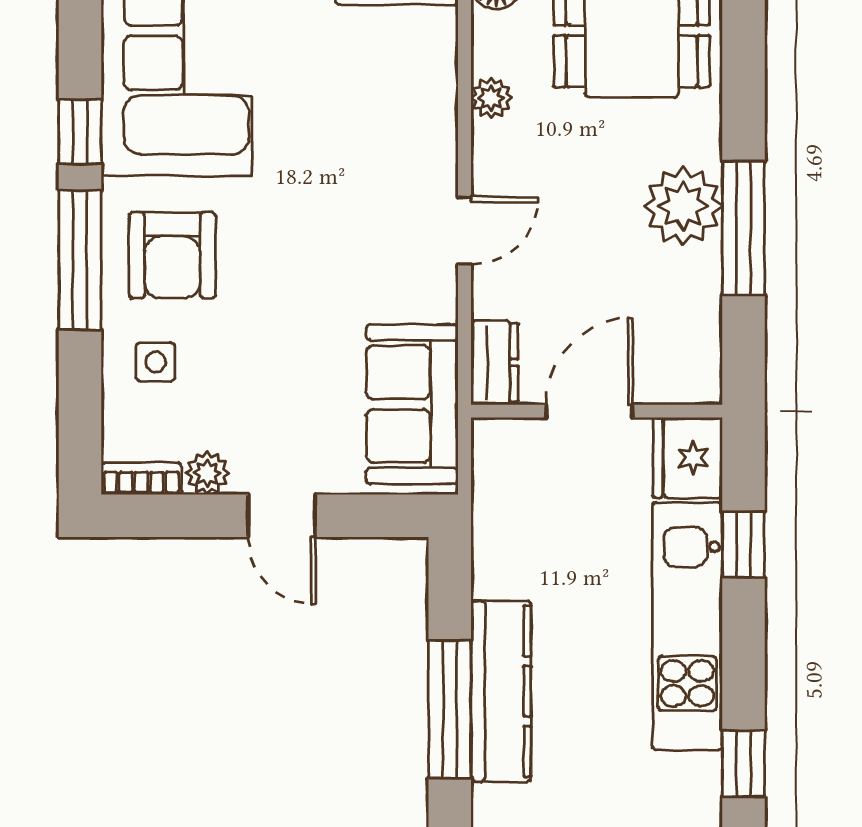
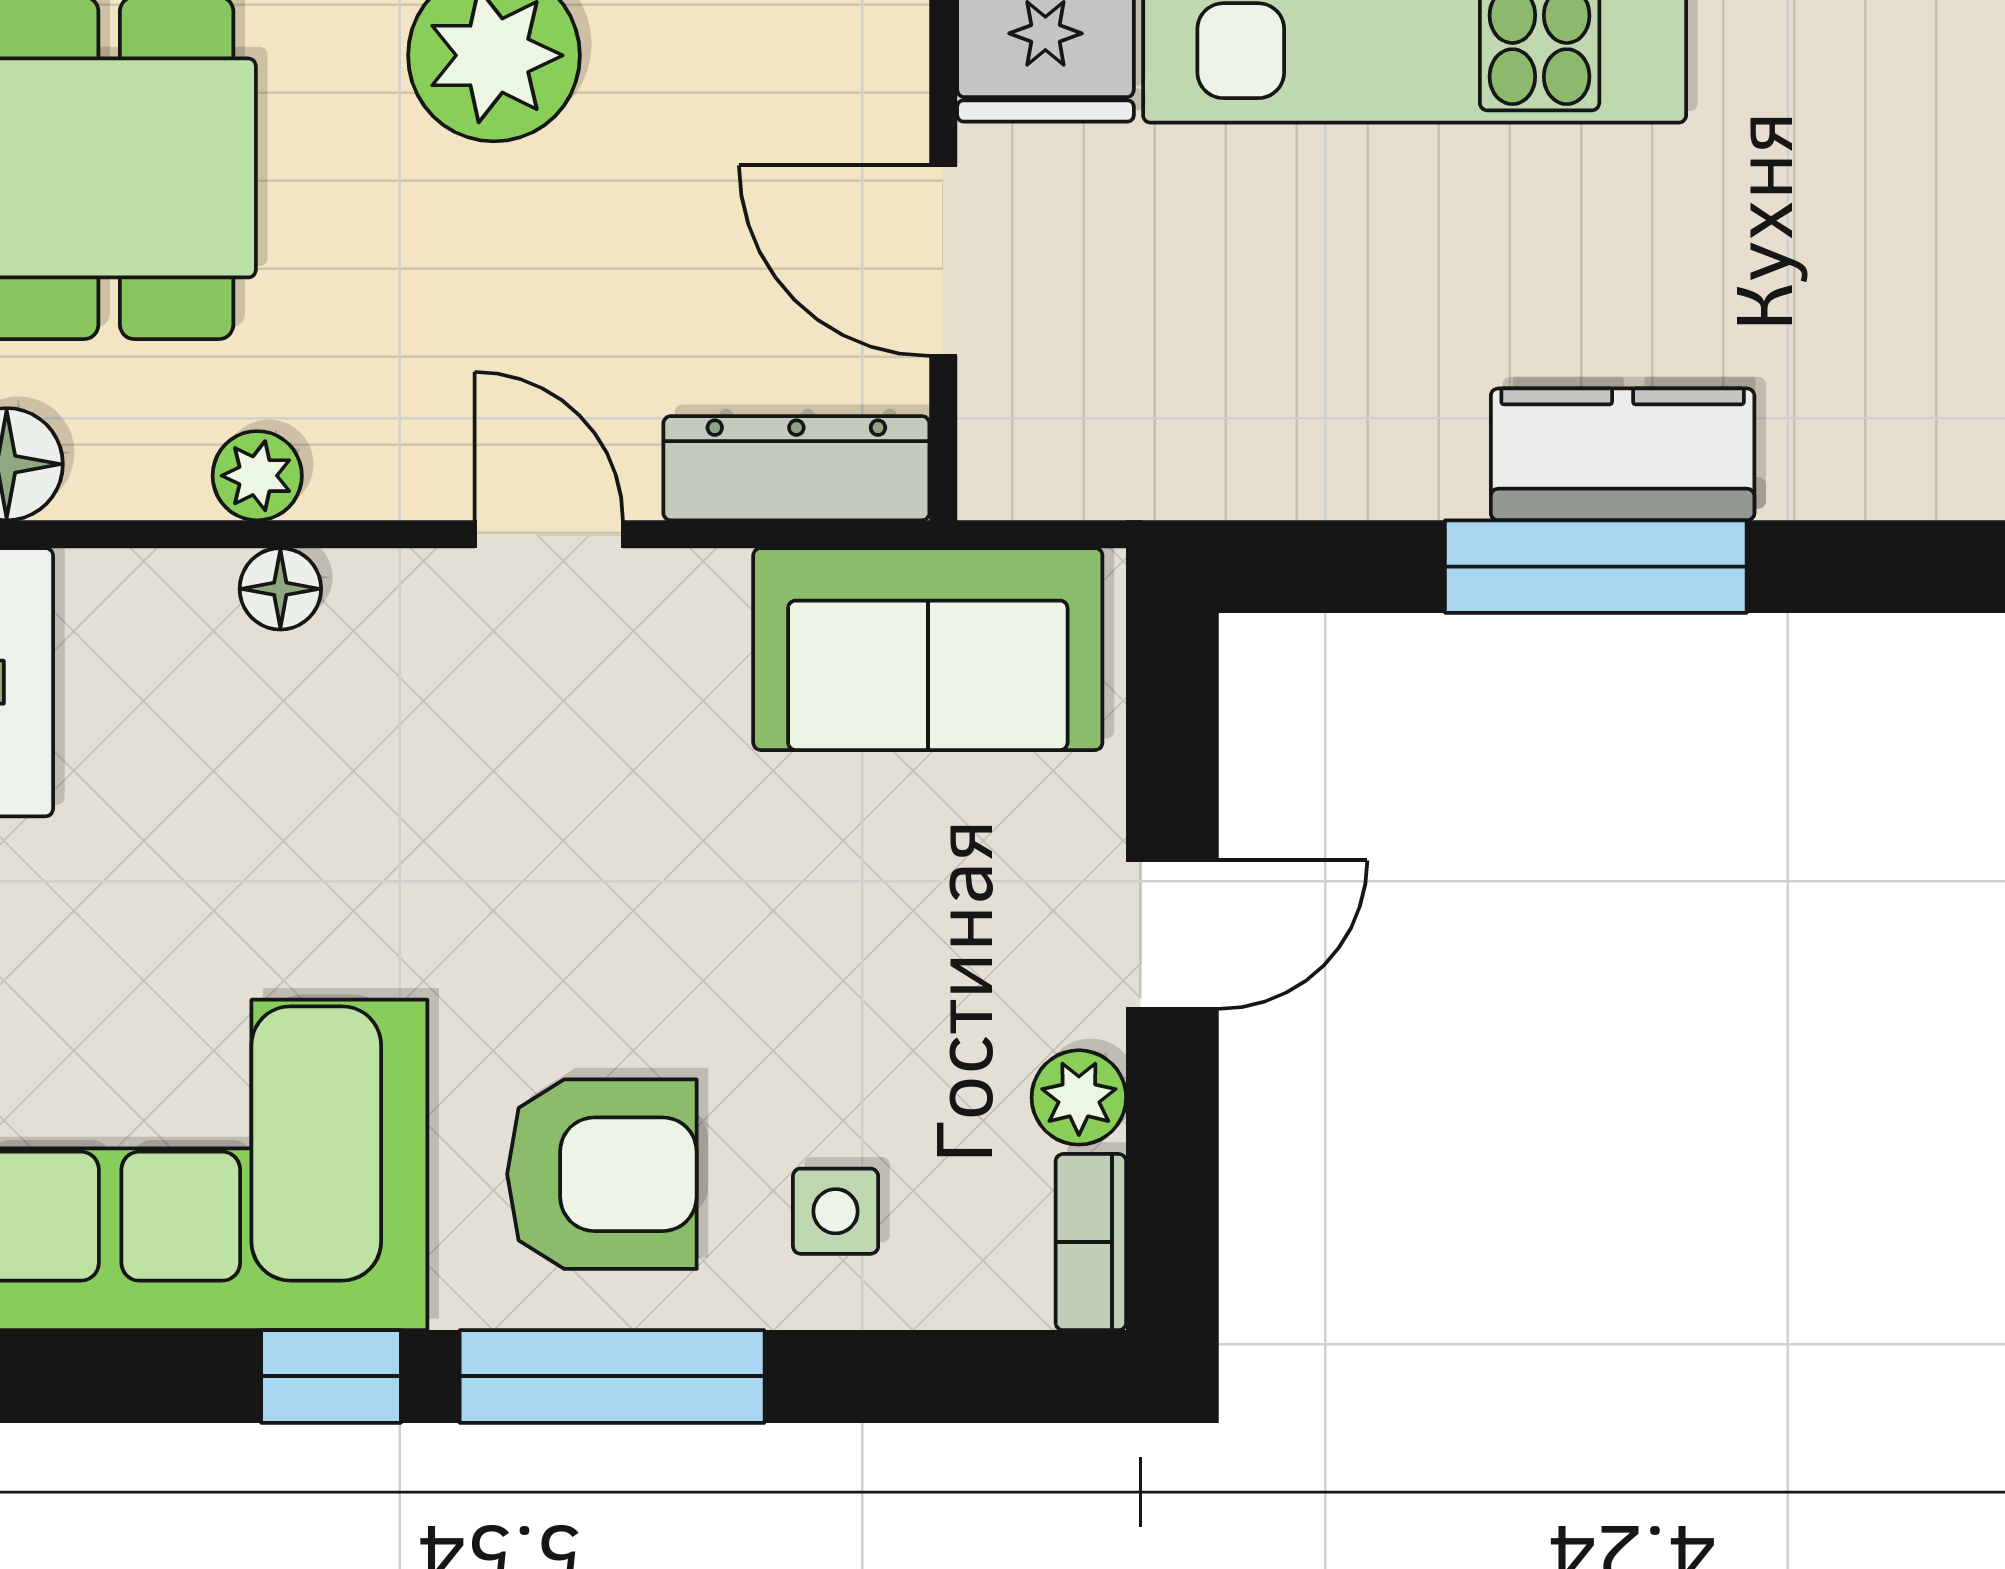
floor lamp: (440, 108) -> (280, 589), added
dresser: (495, 363) -> (796, 468), width x1.44
kitchen counter: (501, 691) -> (1623, 454), width x0.67

